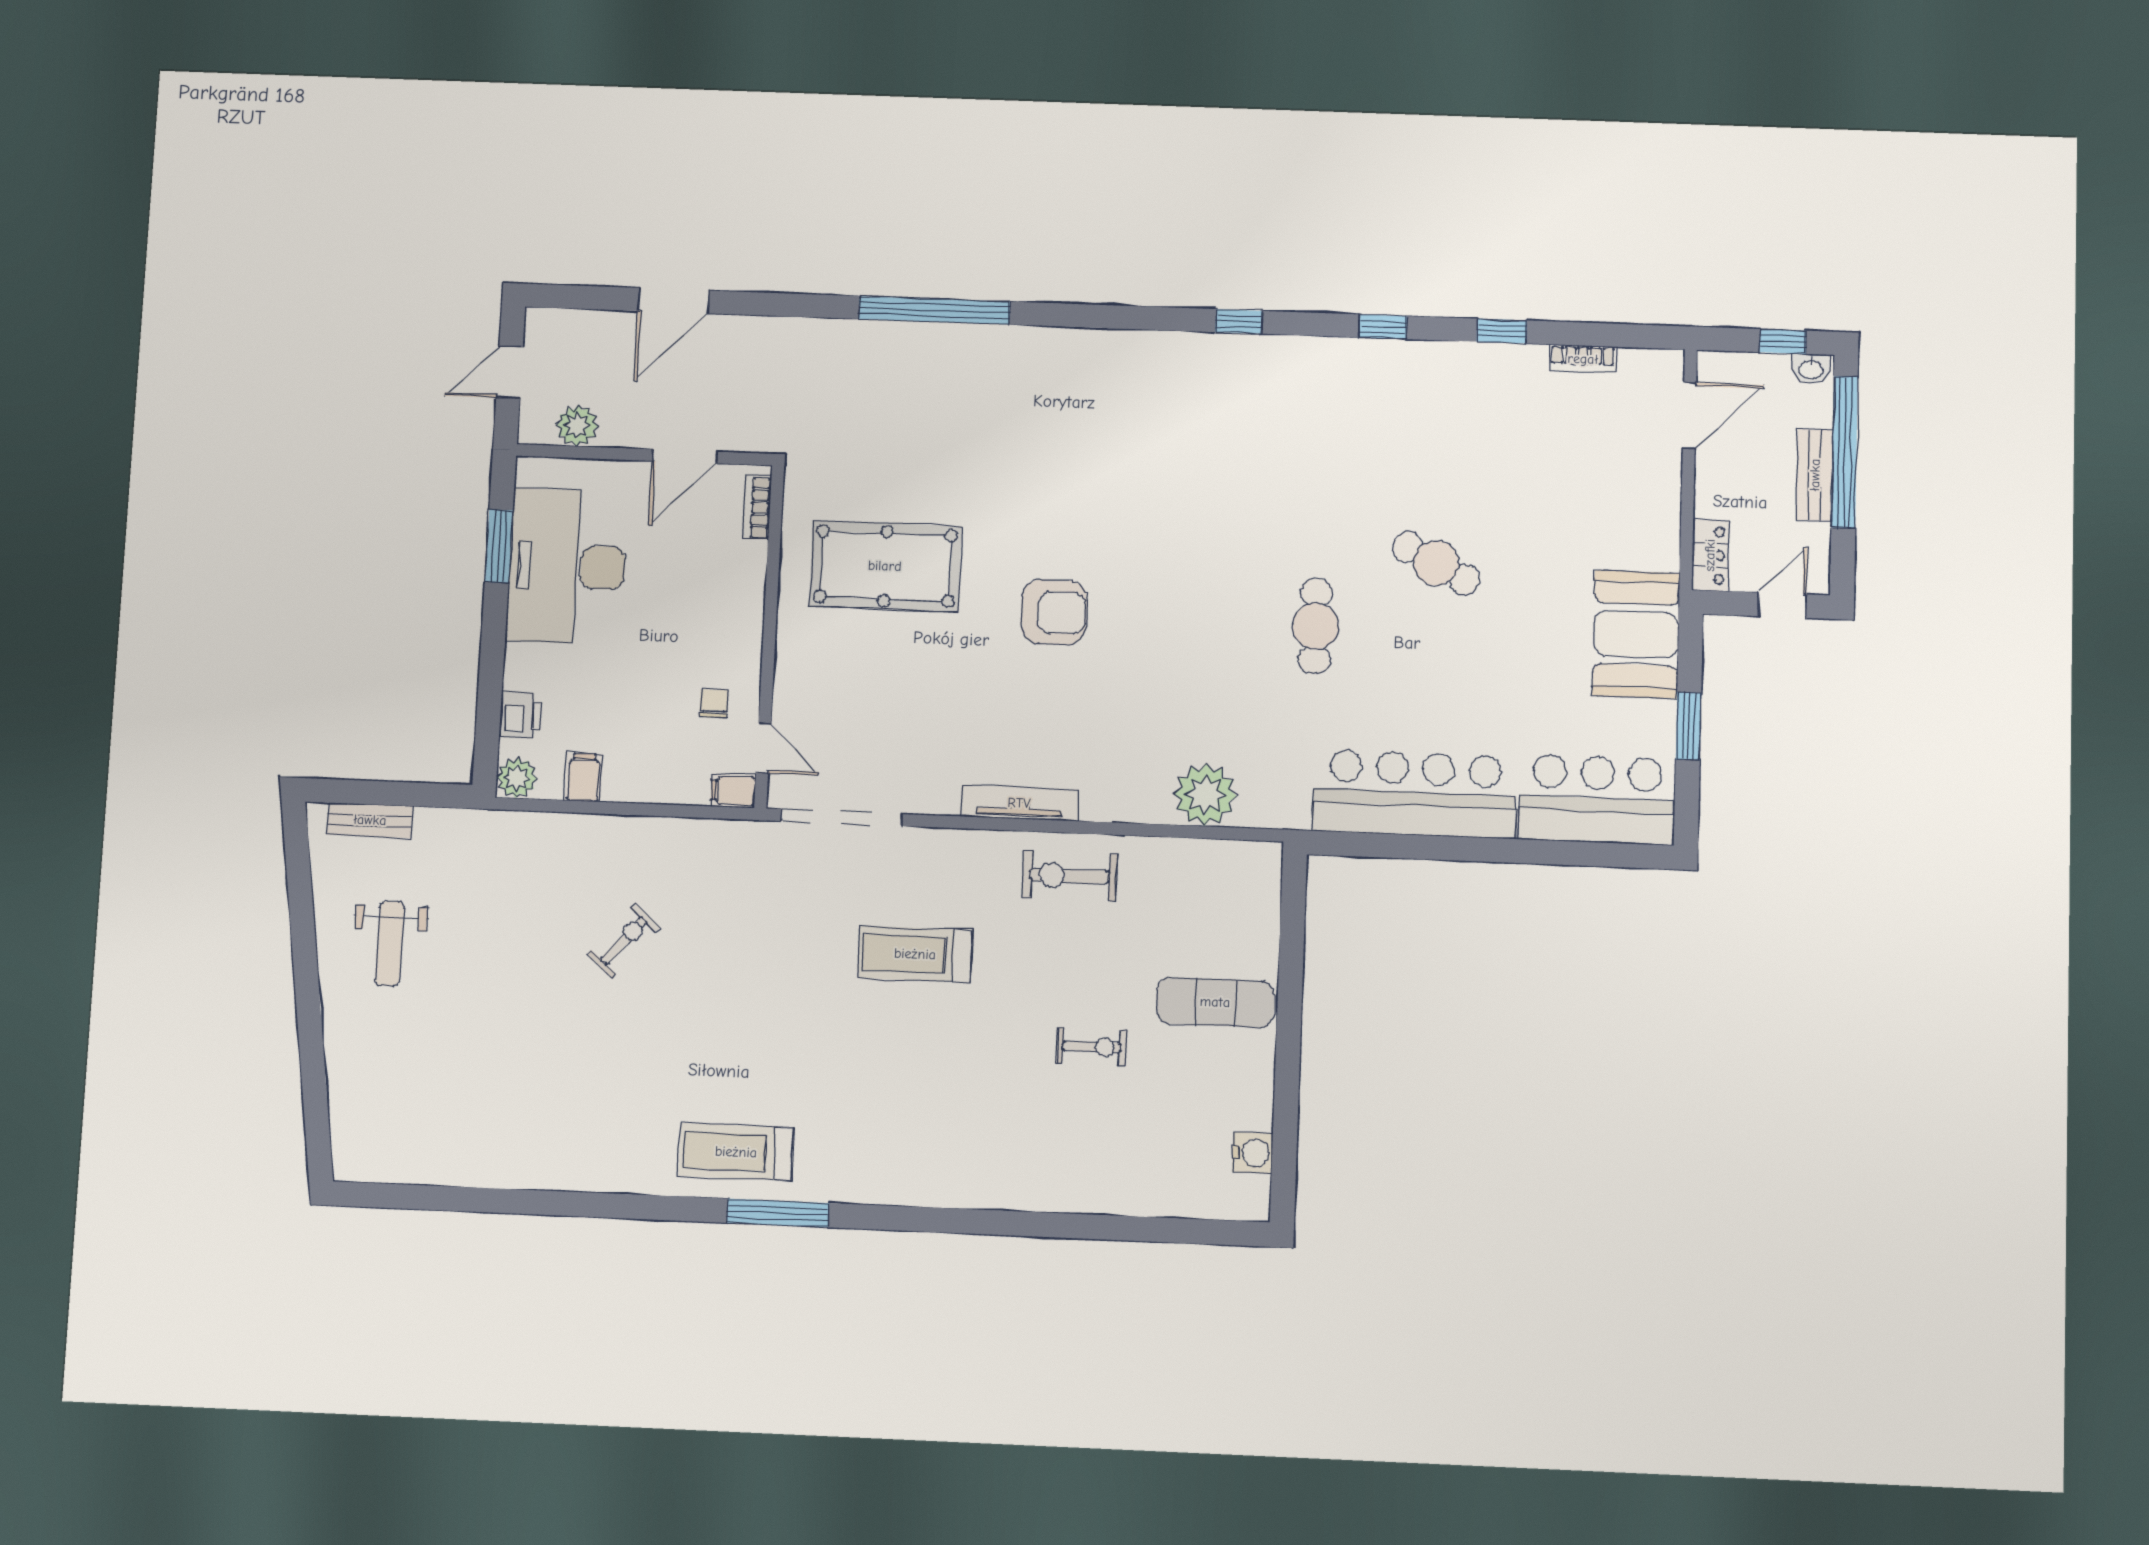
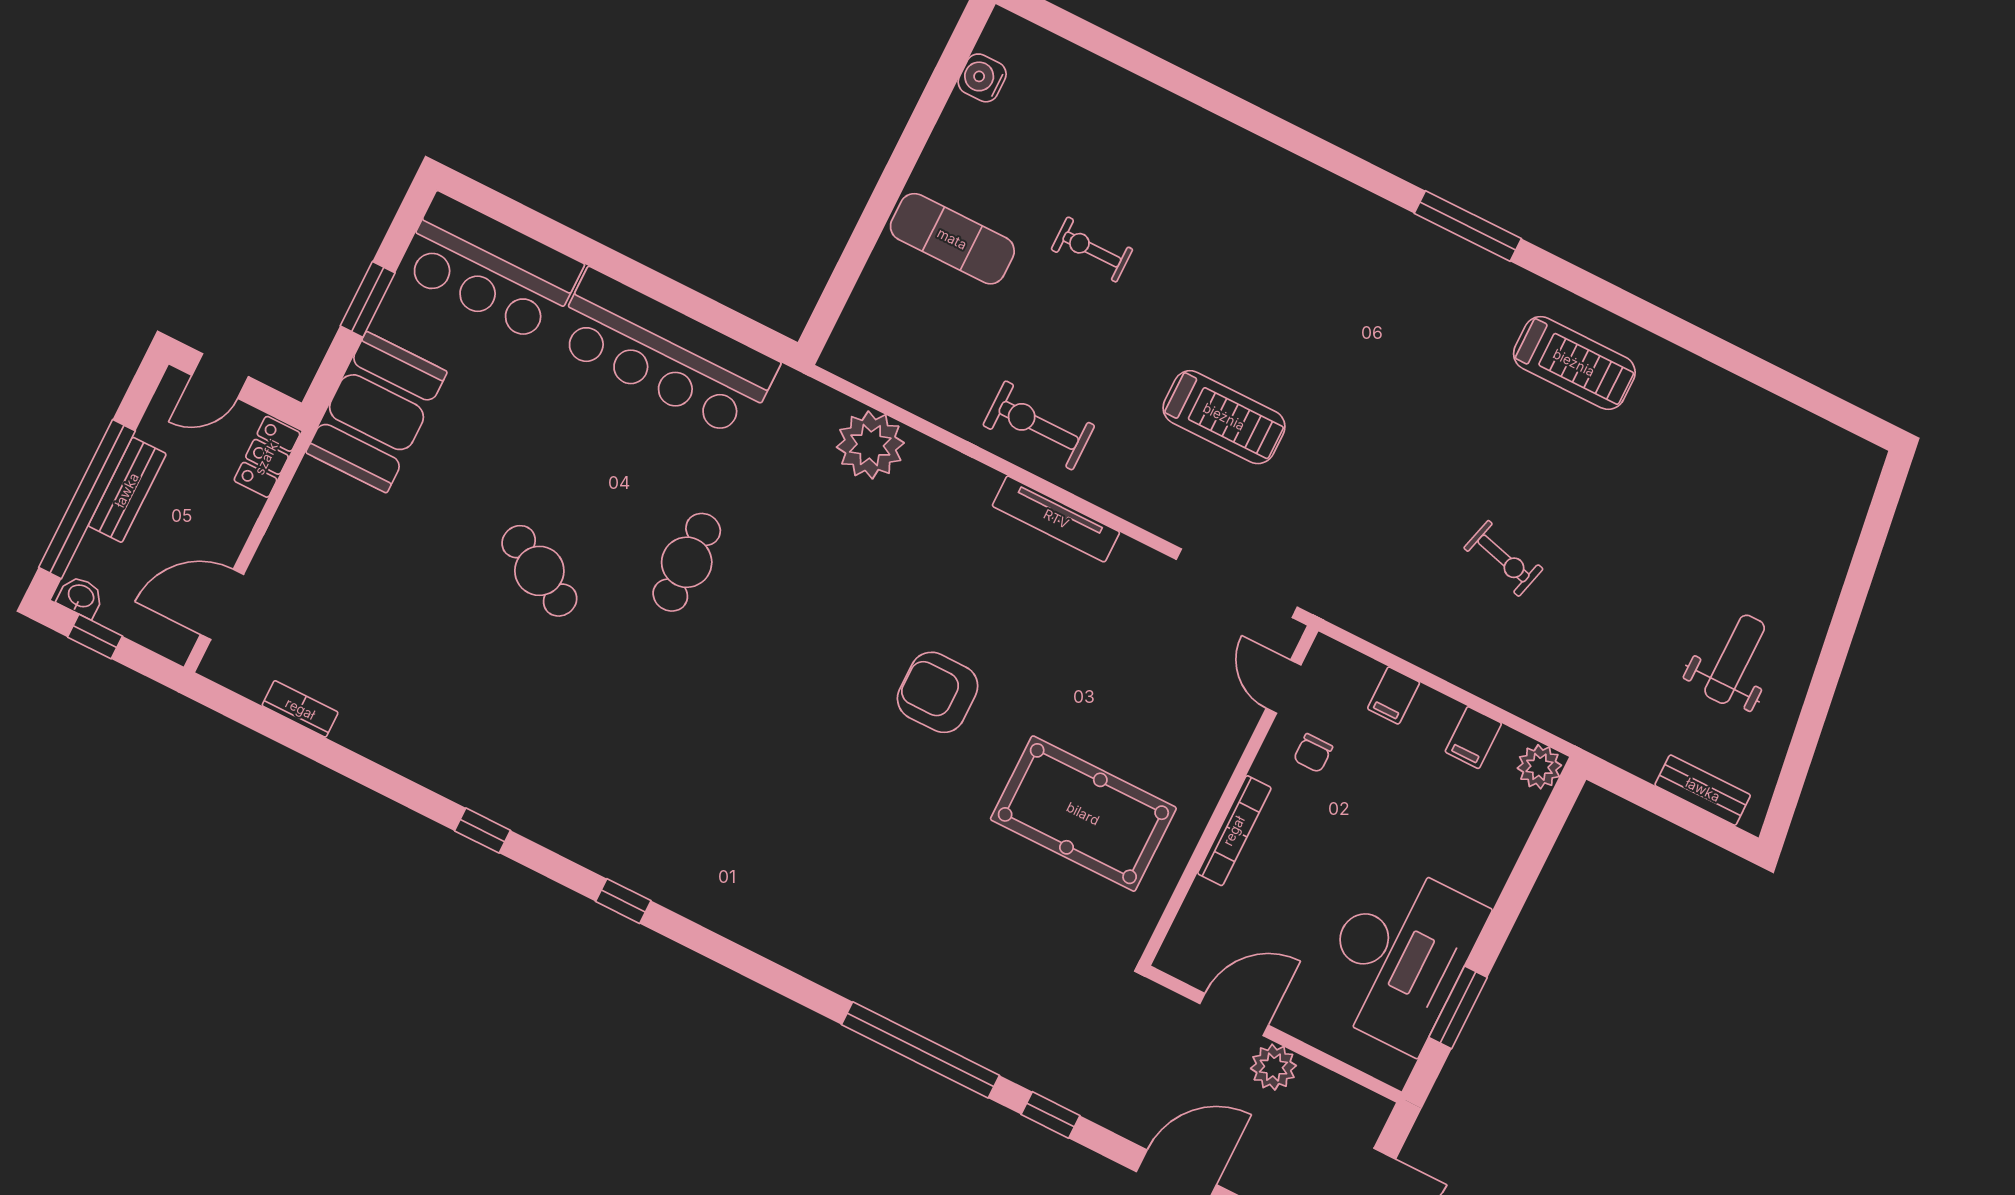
window: (1502, 331) -> (1050, 1115), moved
plant: (577, 426) -> (1273, 1067), moved
bookcase: (757, 508) -> (1234, 831), moved, width x1.56
printer: (521, 715) -> (1509, 828), removed
filing cabinet: (733, 791) -> (1394, 695), moved, turned 90
exercise bike: (1070, 876) -> (1039, 425), turned 180
exercise bike: (624, 941) -> (1503, 558), turned -116
treadmill: (736, 1152) -> (1574, 363), moved

